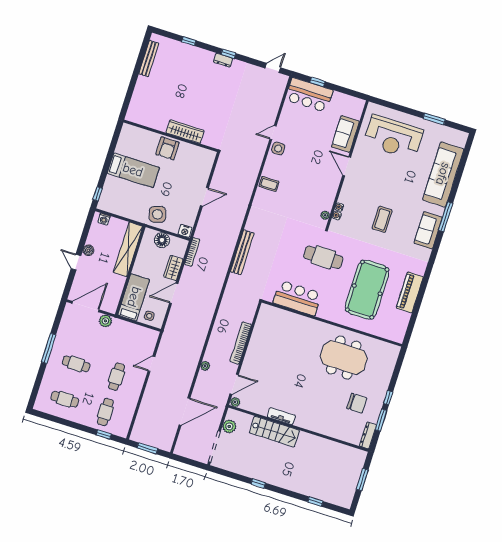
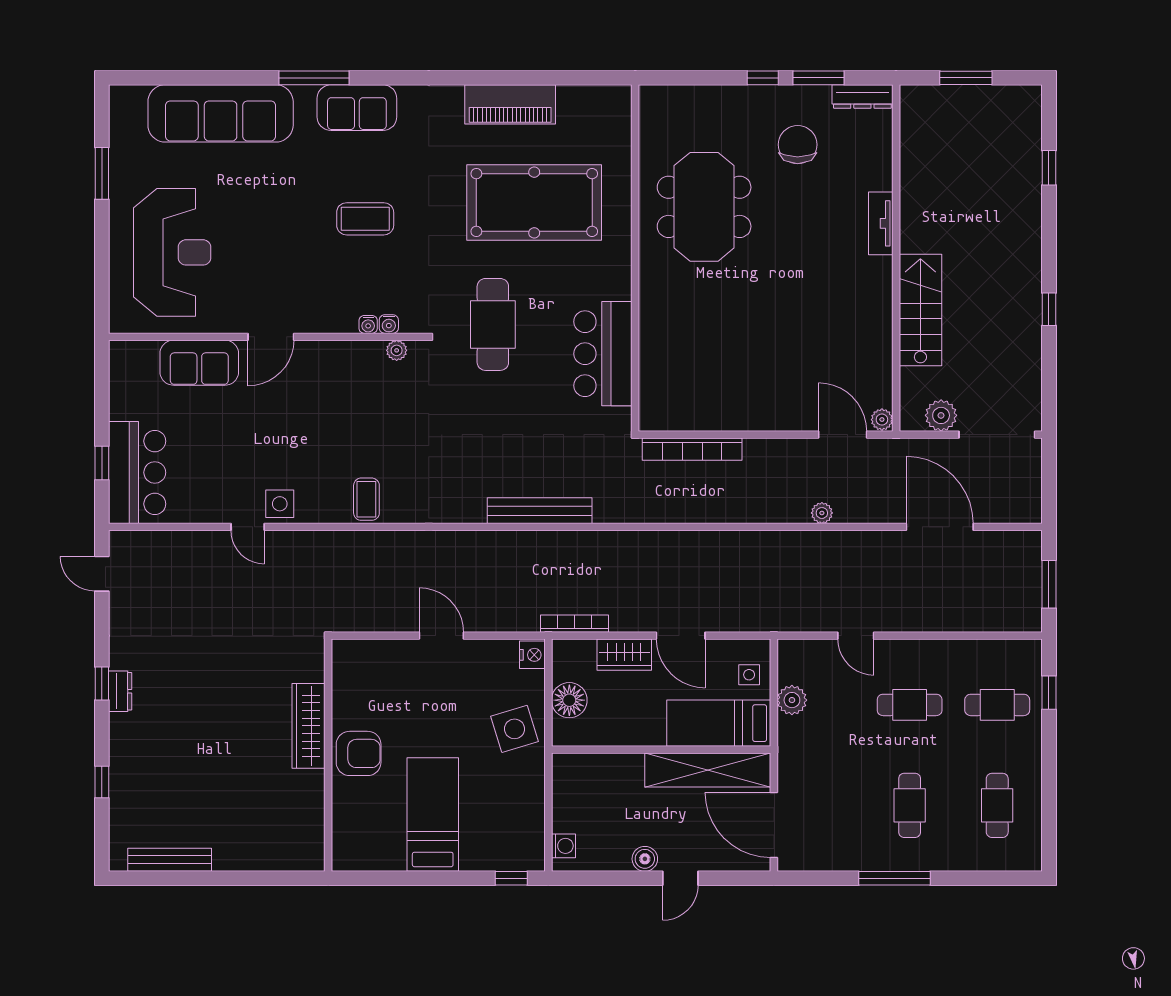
shelving: (128, 249) -> (708, 770), moved
plant: (105, 321) -> (792, 700), moved
bookcase: (241, 343) -> (692, 449), moved
tv unit: (281, 416) -> (881, 223), moved

